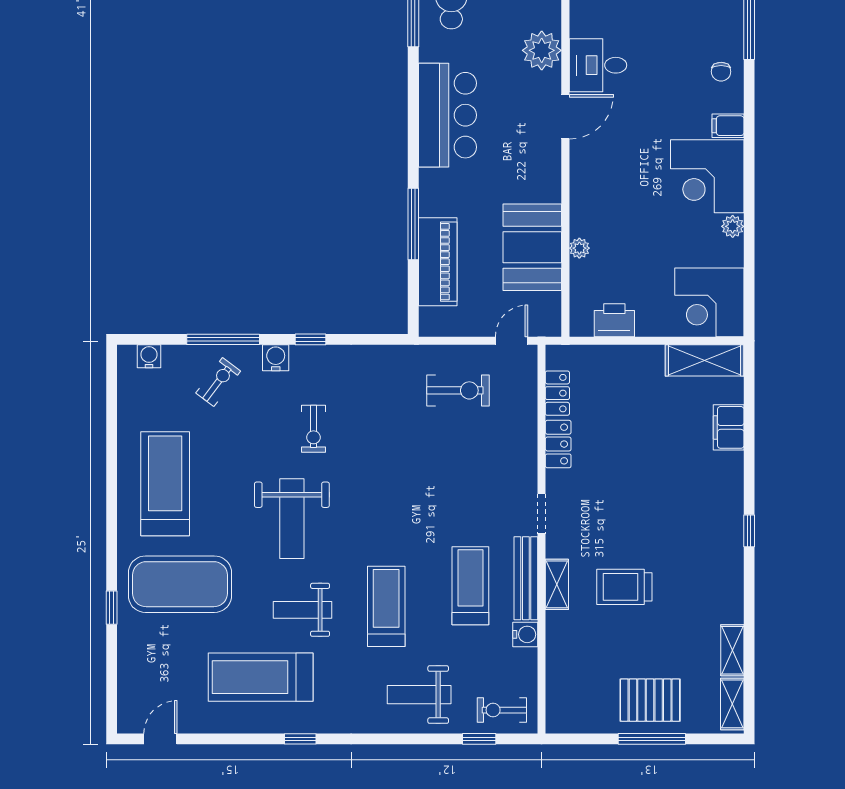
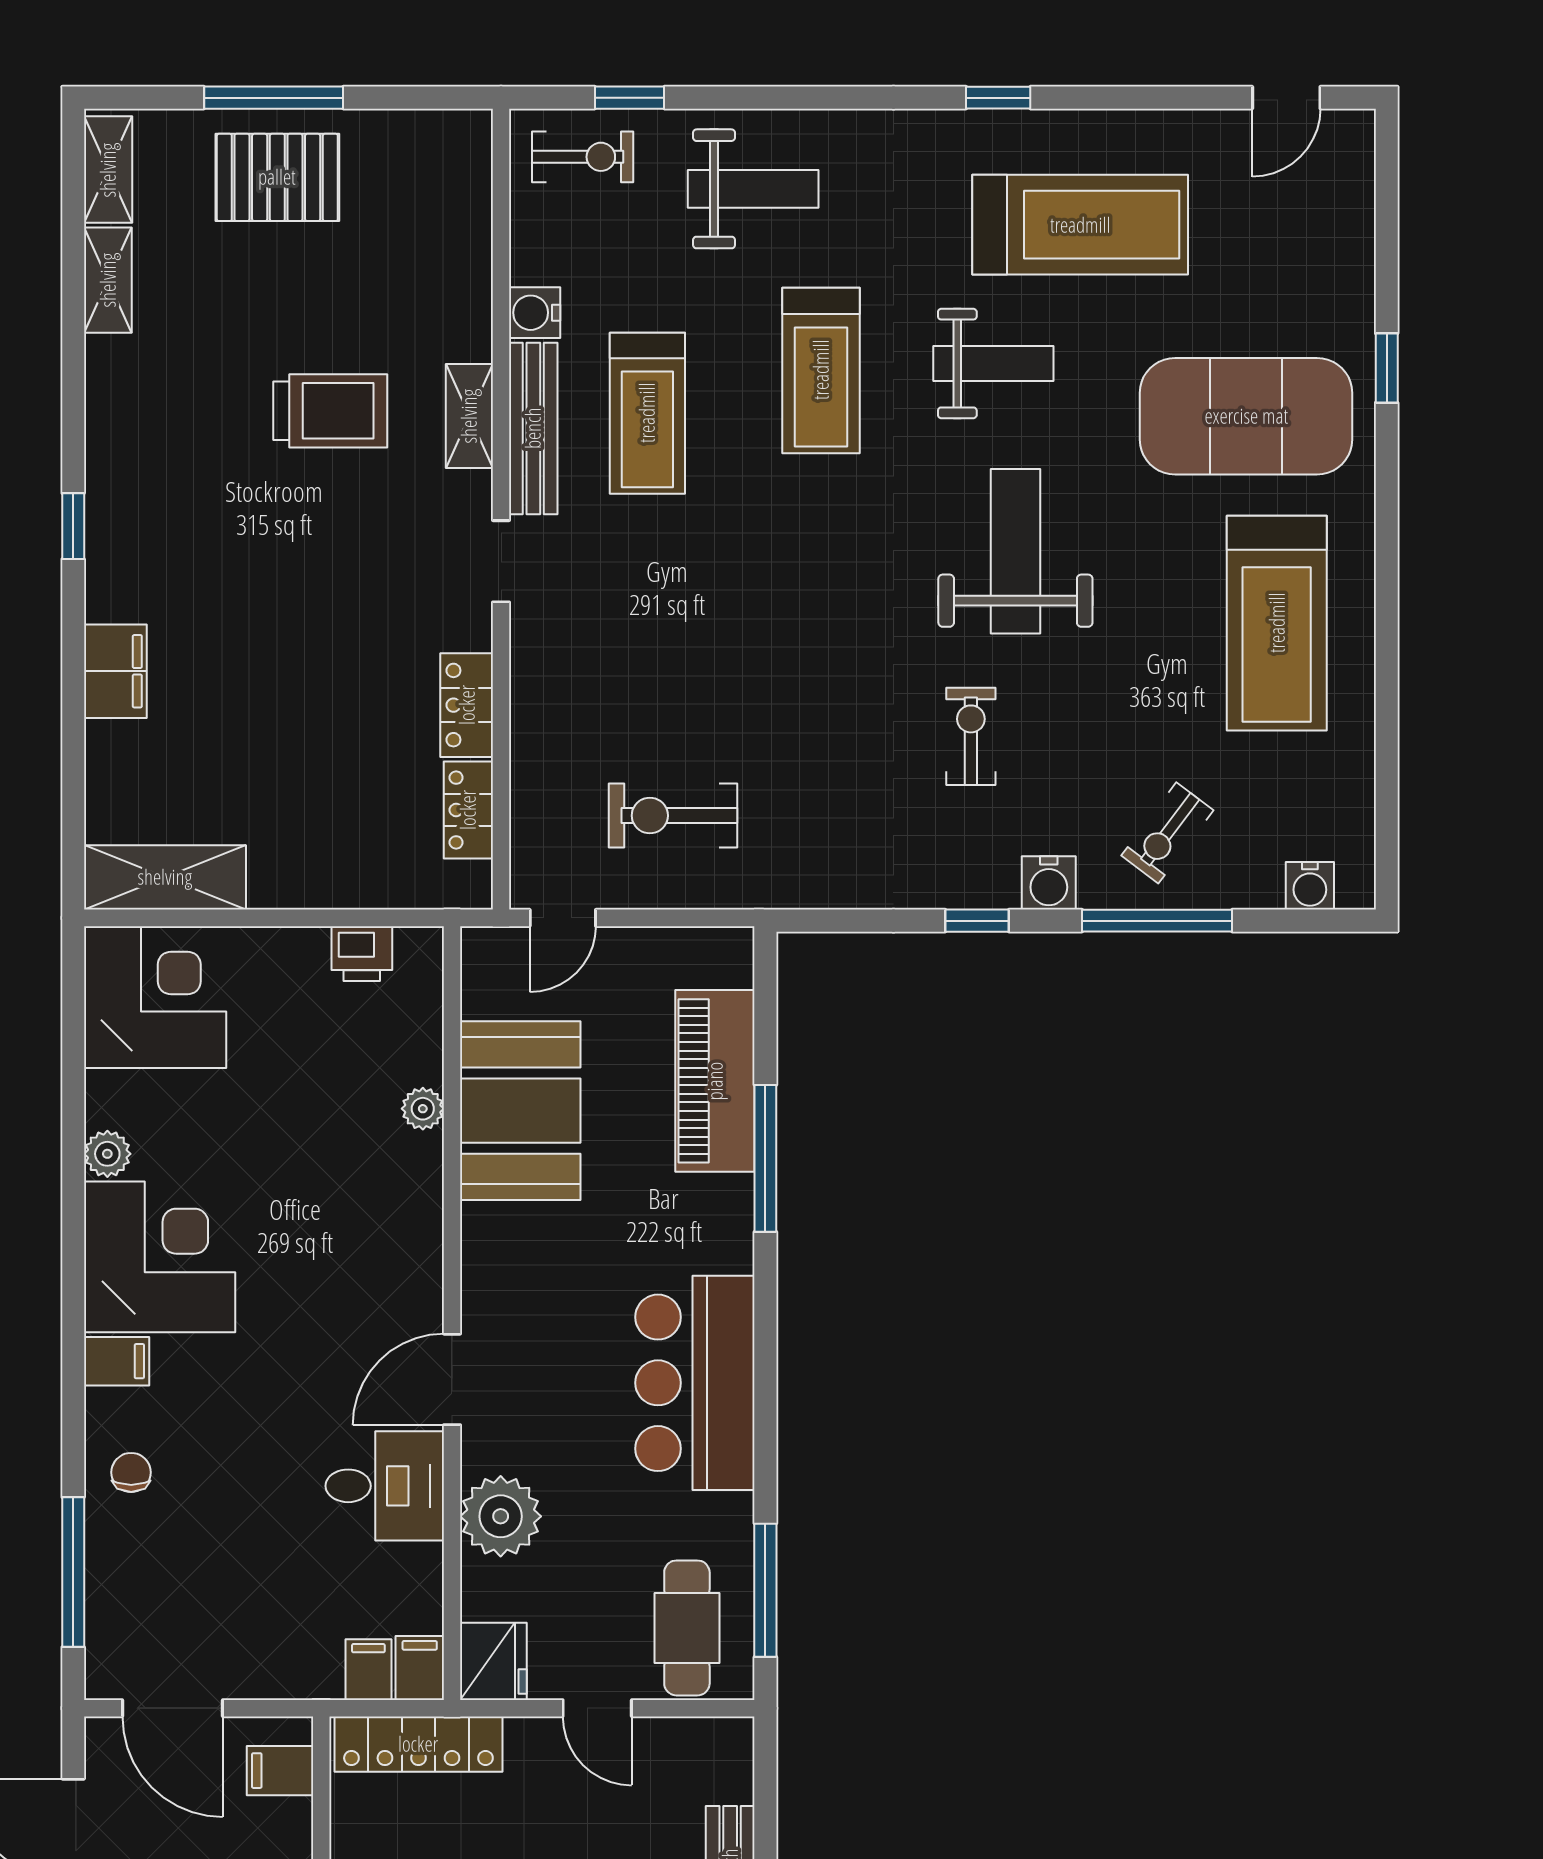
printer: (614, 320) -> (362, 954), width x0.73, depth x0.81
filing cabinet: (729, 427) -> (115, 671), moved

